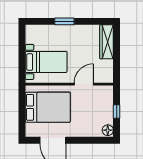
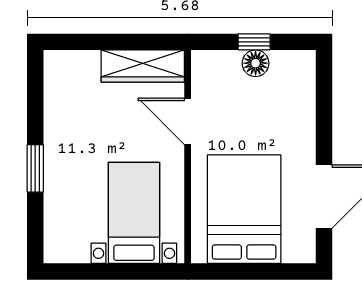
wardrobe: (107, 42) -> (143, 66), moved
floor lamp: (108, 130) -> (256, 63), moved

